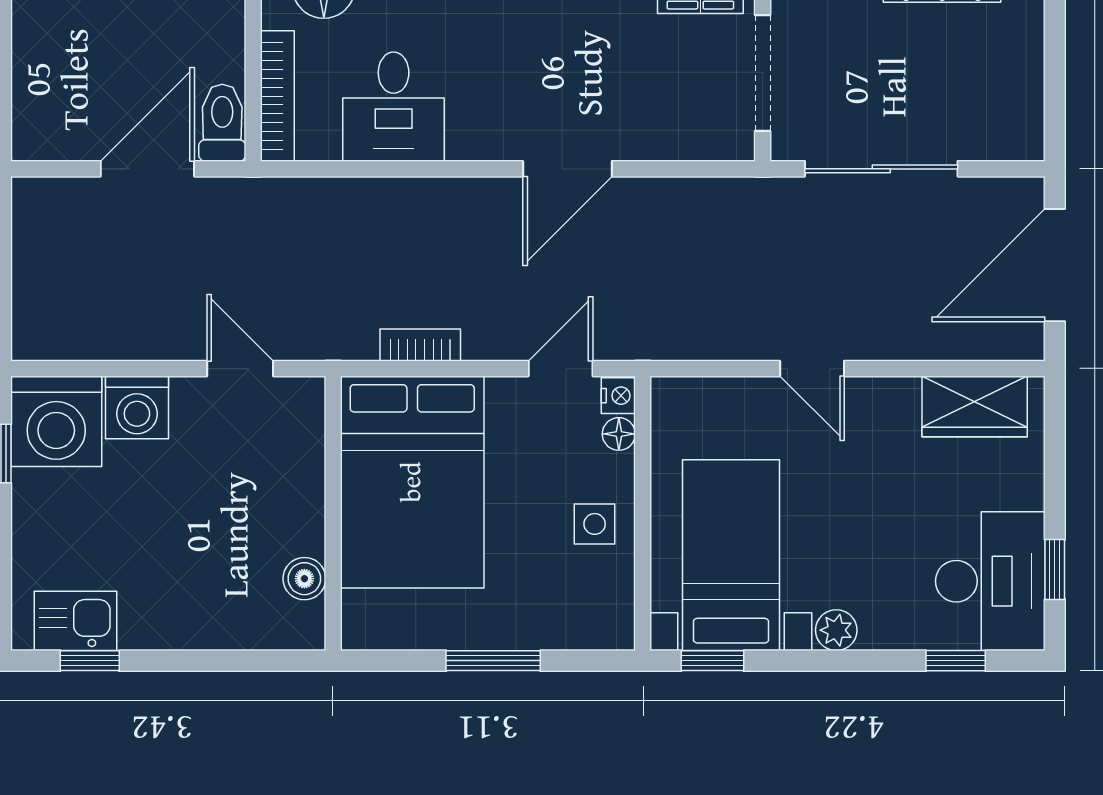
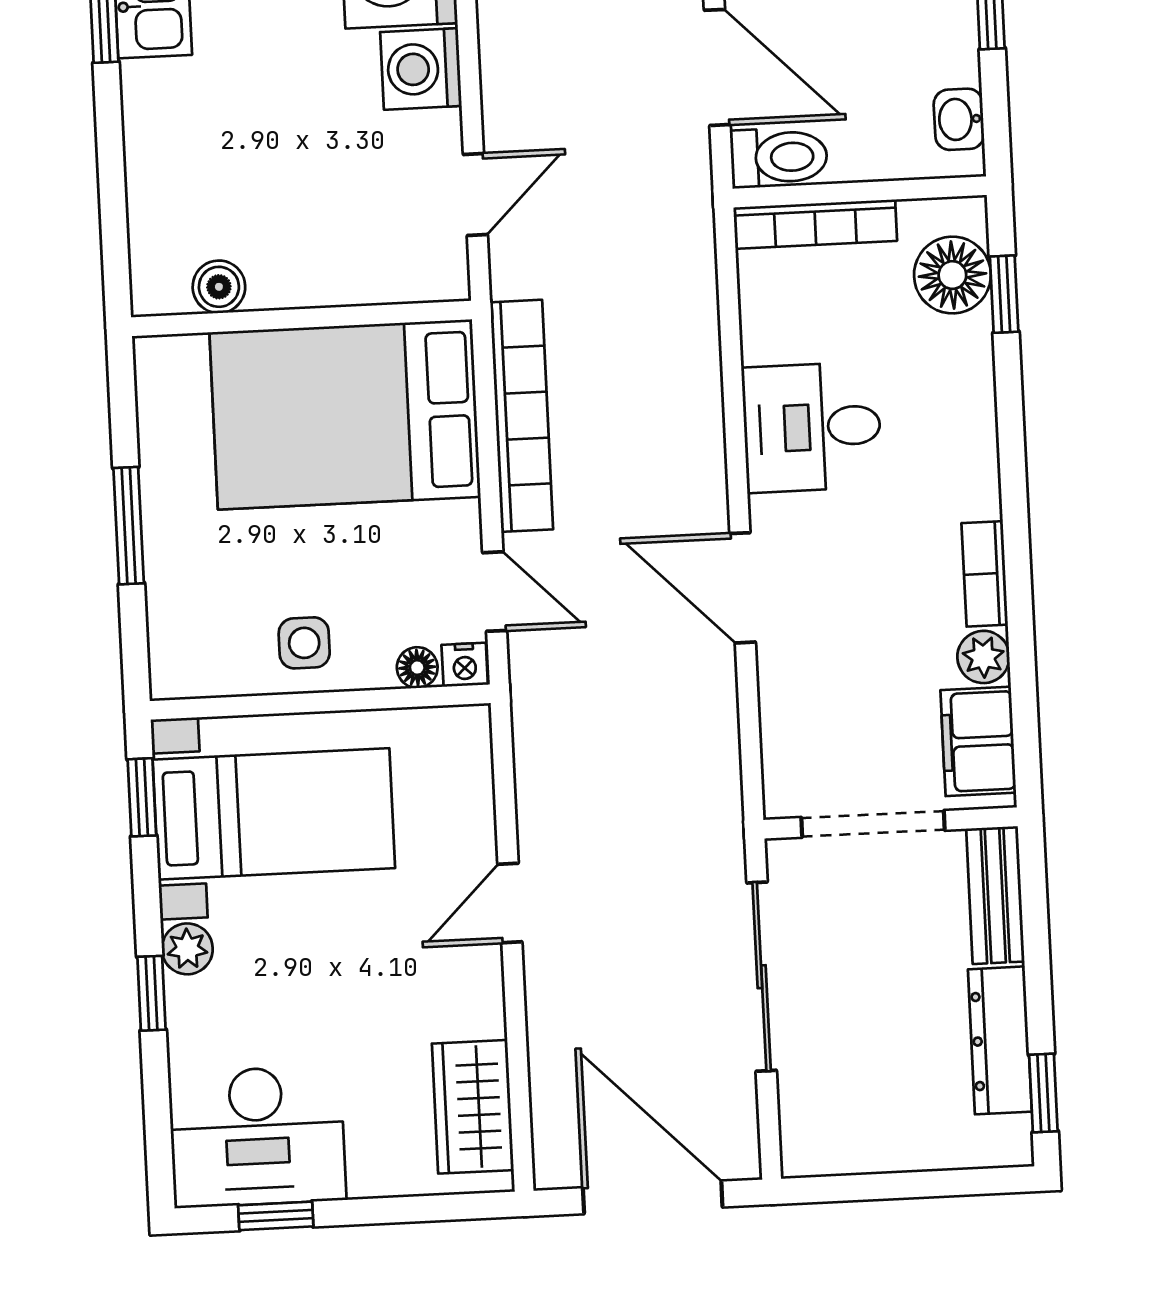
desk: (394, 107) -> (812, 427), moved
bookcase: (420, 345) -> (522, 416), width x2.31, depth x1.31
window: (956, 661) -> (152, 993), moved

